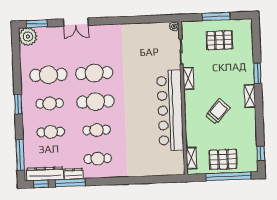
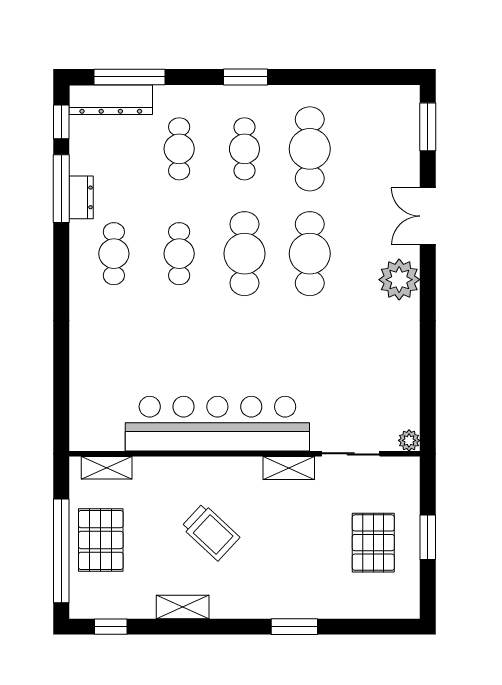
window: (216, 16) -> (428, 537), width x0.69
plant: (28, 37) -> (399, 280), moved
shelving: (250, 96) -> (183, 607), moved
dresser: (45, 174) -> (111, 100), moved, turned 90

